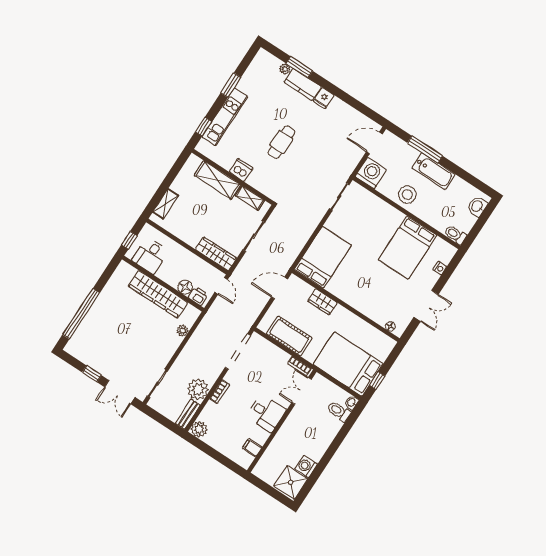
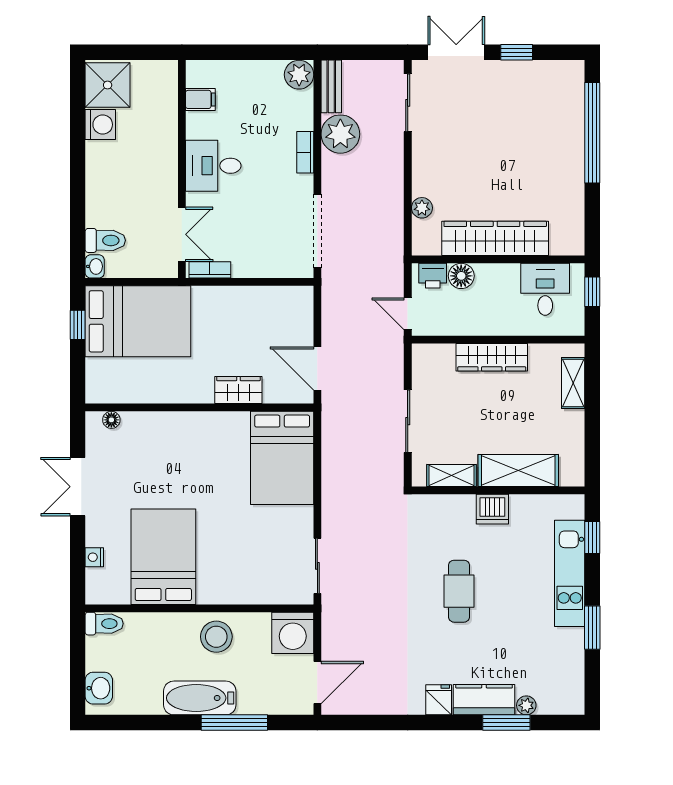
wardrobe: (216, 254) -> (492, 357), moved
door: (279, 288) -> (317, 368), swing flipped
cot: (289, 336) -> (255, 305), removed

